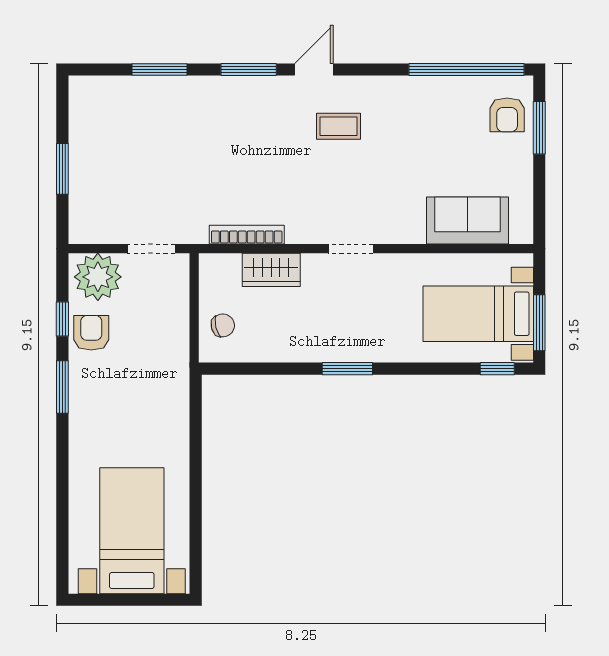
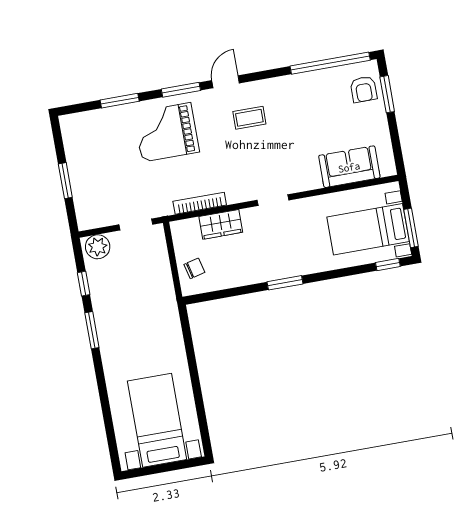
grand piano: (217, 126) -> (166, 132), added
plant: (98, 277) -> (98, 247), width x0.73, depth x0.73
armchair: (91, 333) -> (105, 290), removed

